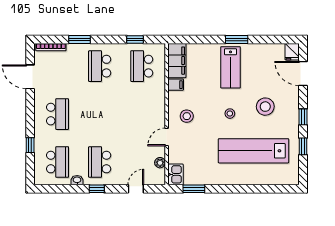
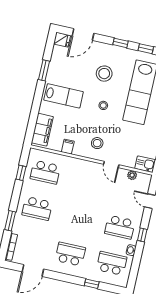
window: (237, 39) -> (44, 70), moved
filing cabinet: (177, 61) -> (42, 130), moved, turned 90

